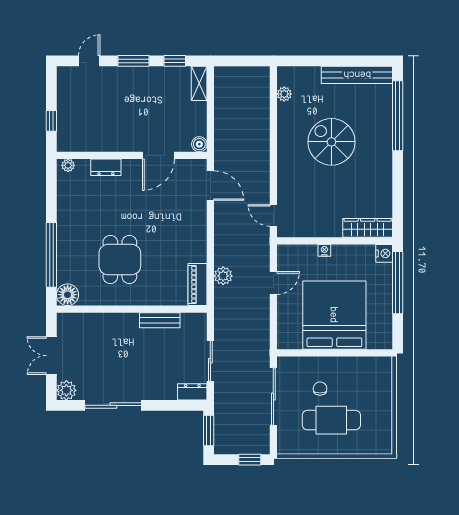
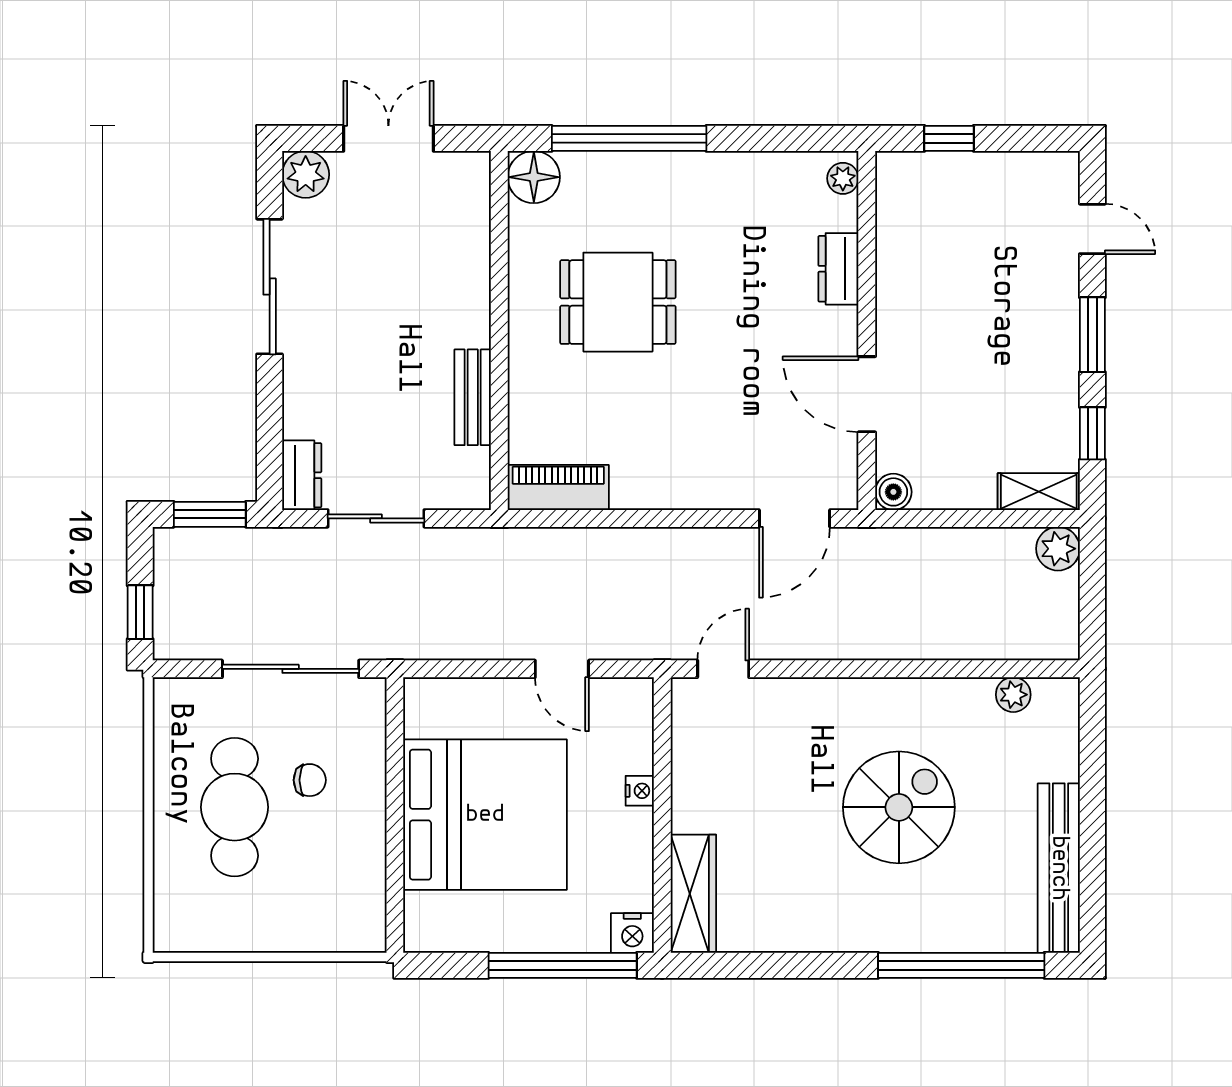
plant: (223, 276) -> (1058, 549), moved

